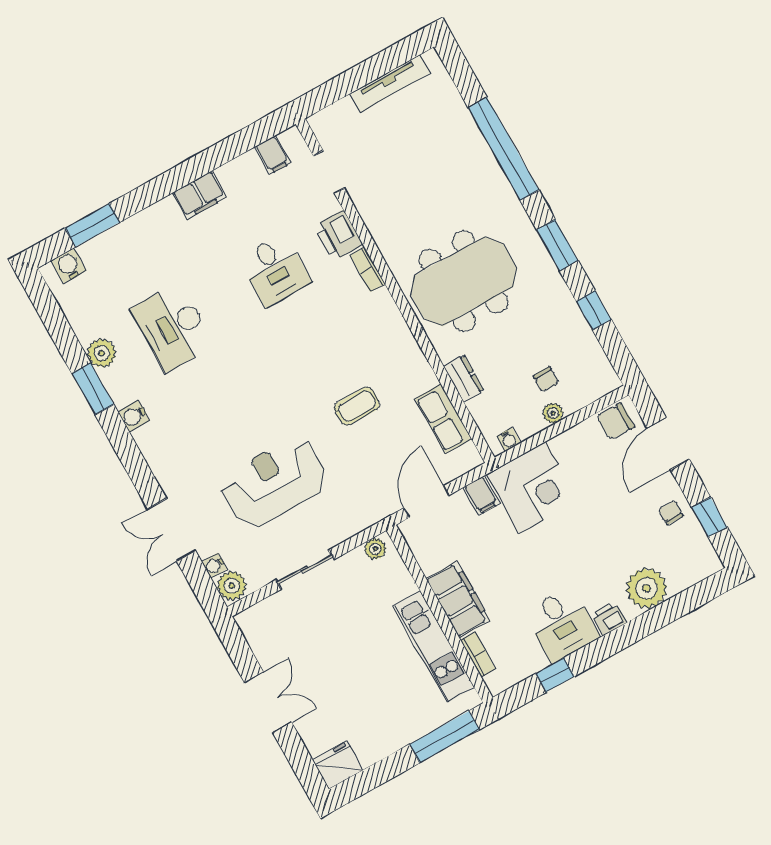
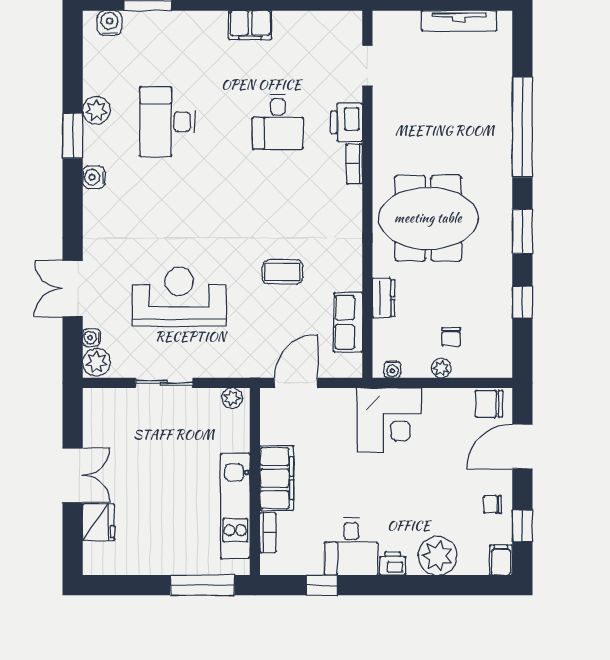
filing cabinet: (273, 155) -> (329, 26), removed
filing cabinet: (481, 495) -> (501, 560), moved, turned 180
chair: (671, 513) -> (493, 504), turned -90
fridge: (338, 765) -> (98, 522), moved, turned 90

